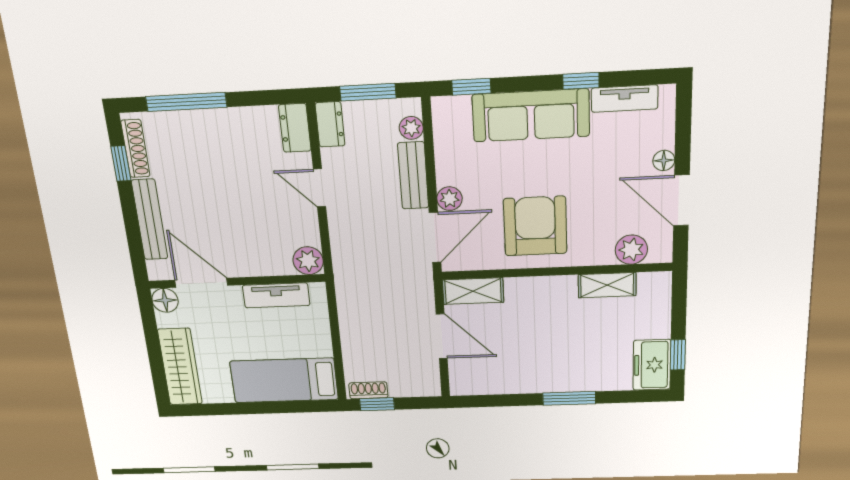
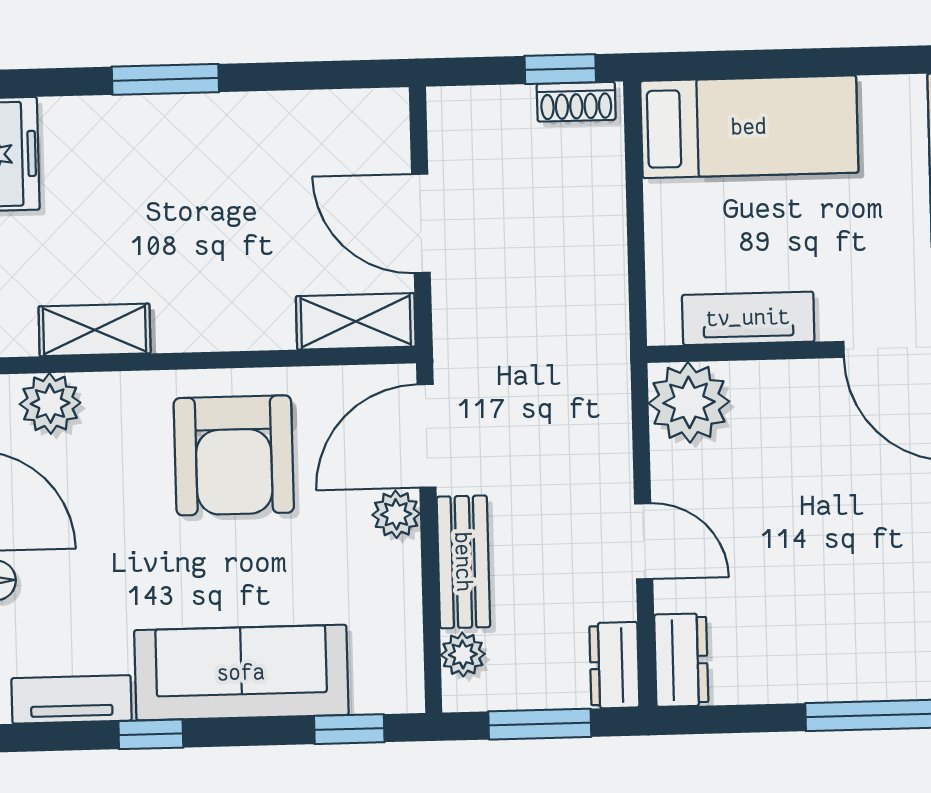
plant: (308, 261) -> (689, 402), width x1.36, depth x1.36

